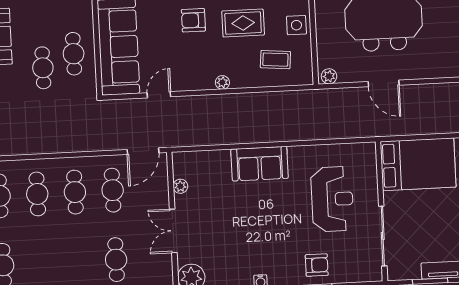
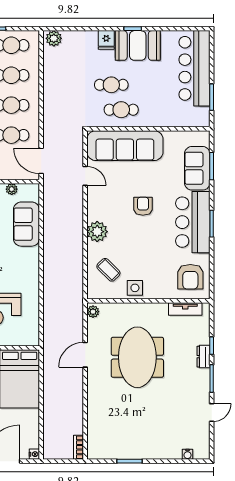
rug: (243, 23) -> (139, 246), removed
coffee table: (275, 60) -> (108, 270), turned -50
plant: (222, 82) -> (97, 232), width x1.87, depth x1.87
sofa: (260, 164) -> (26, 224), moved

